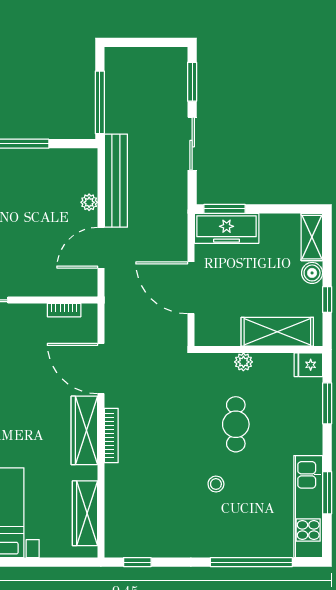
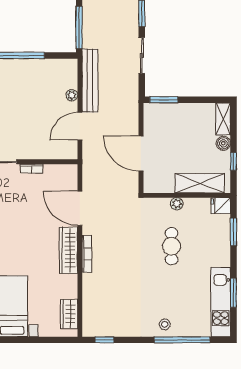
freezer: (227, 228) -> (165, 113), removed
bookcase: (64, 310) -> (31, 169), moved
stool: (216, 484) -> (165, 324), moved
wardrobe: (85, 513) -> (69, 314), width x0.67

